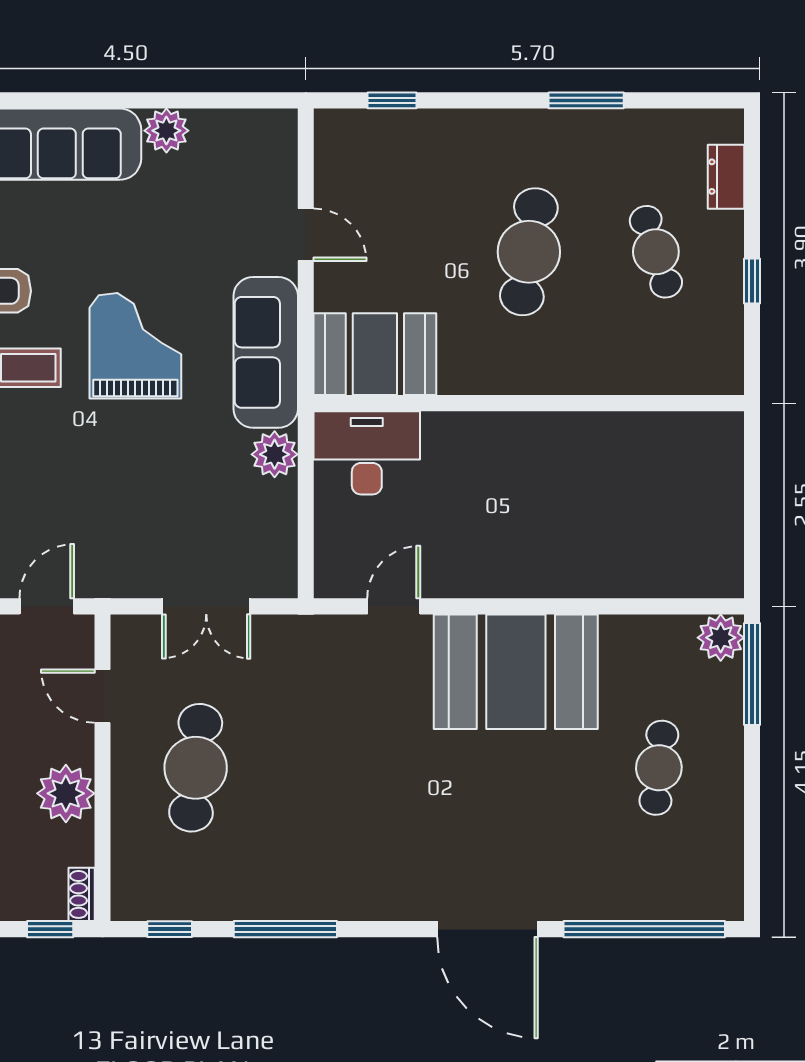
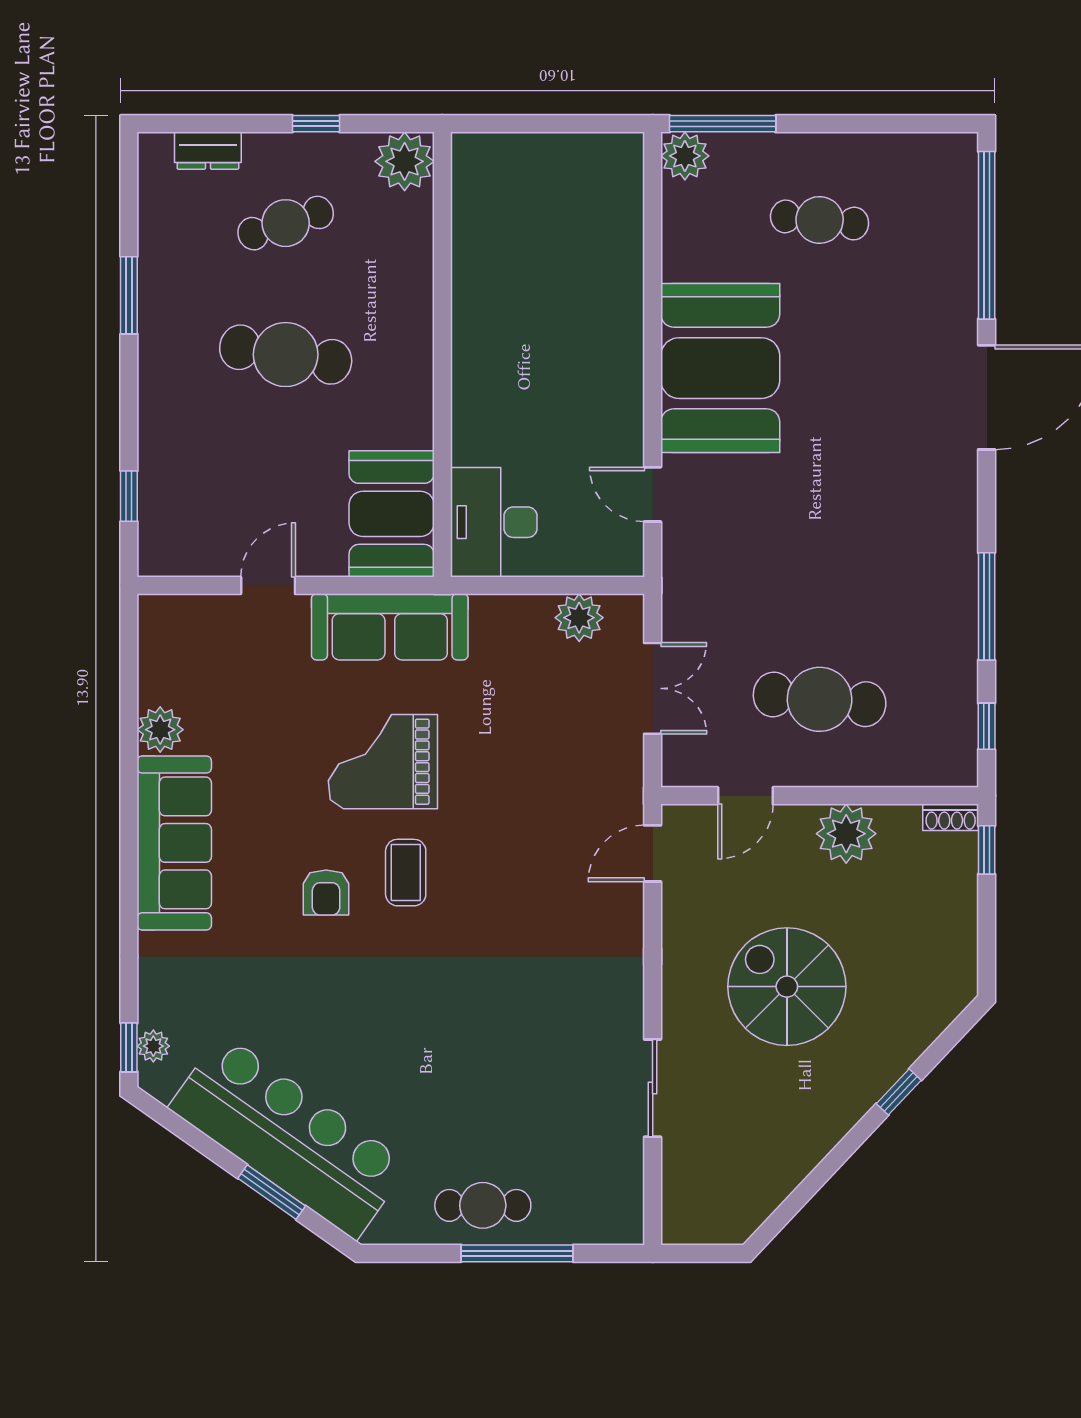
plant: (715, 367) -> (405, 161), added
plant: (275, 454) -> (579, 618), moved
door: (47, 606) -> (653, 853), hinge flipped

